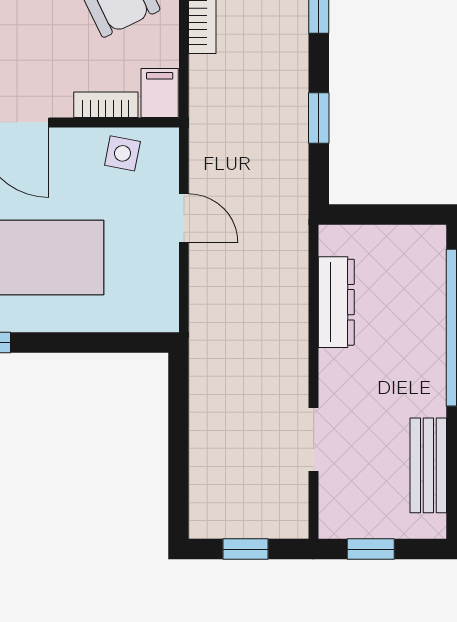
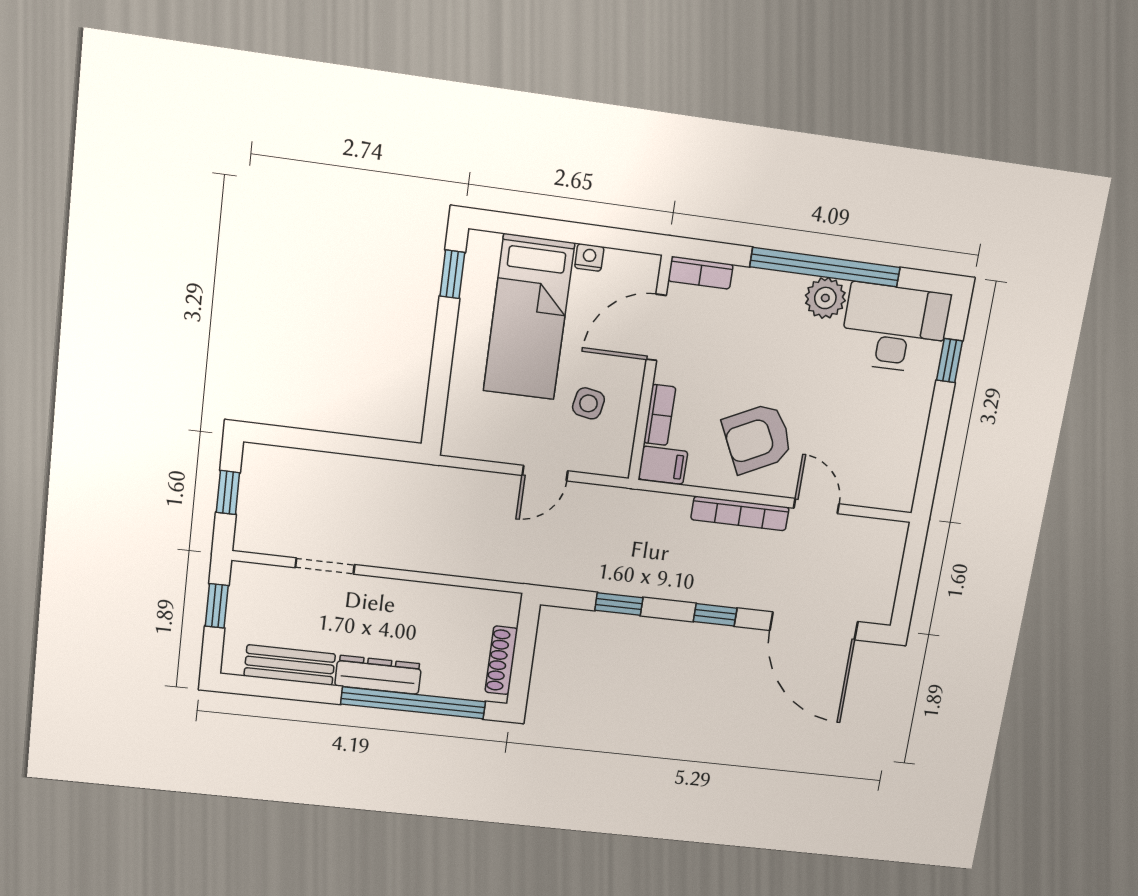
side table: (122, 153) -> (588, 403), moved
shoe rack: (397, 238) -> (501, 660), added
dresser: (336, 302) -> (378, 675), moved, turned 180

